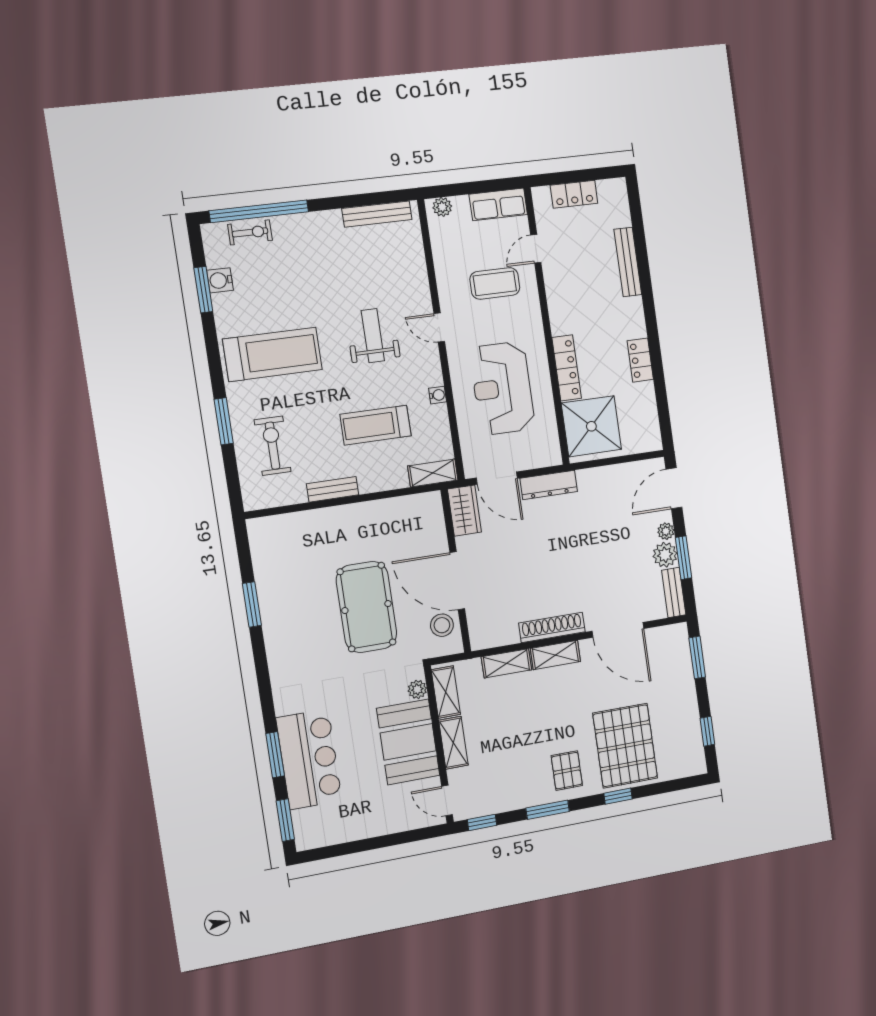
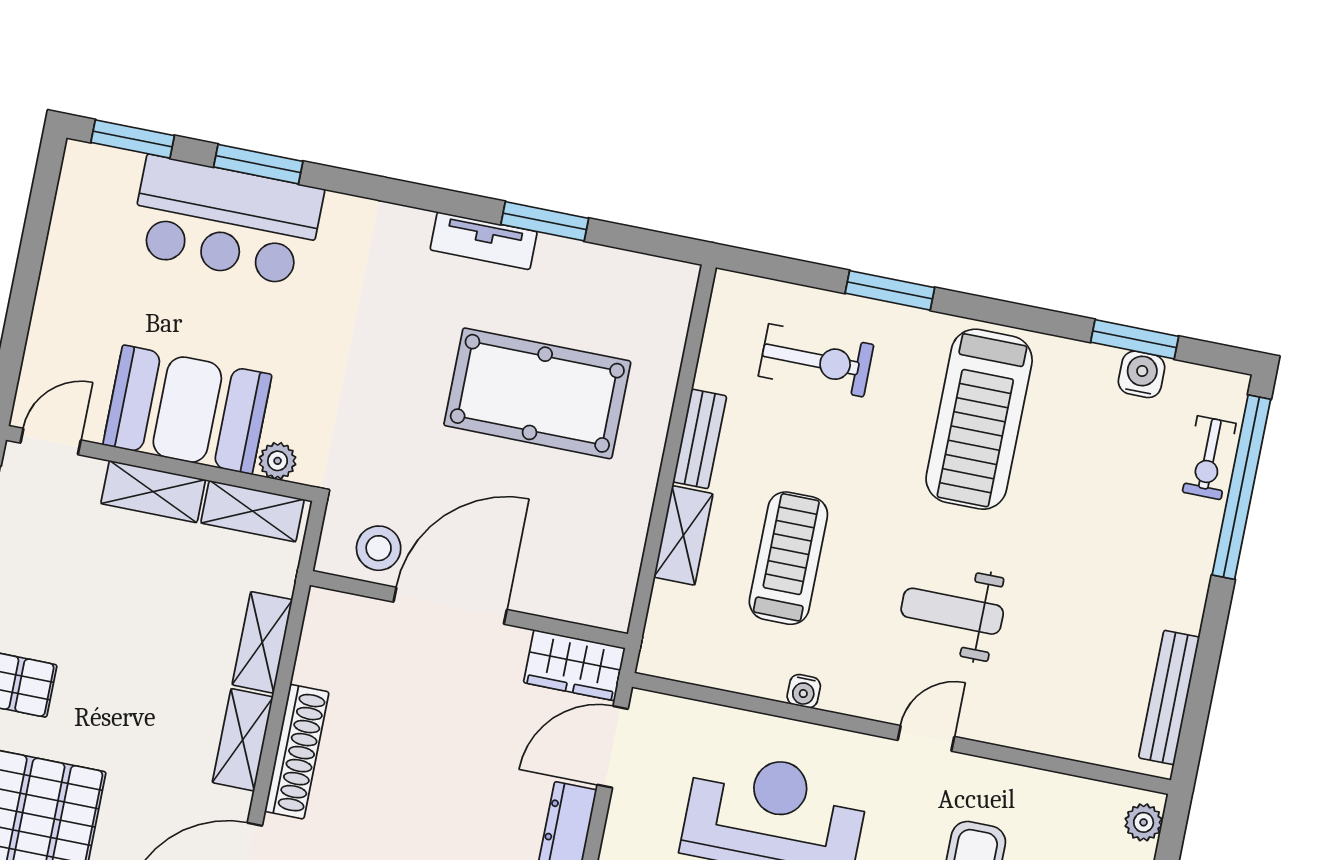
weight bench: (373, 336) -> (952, 611), turned 180
shelving: (433, 473) -> (683, 535), moved
pool table: (367, 607) -> (537, 393), moved
tv unit: (273, 631) -> (484, 241), added

